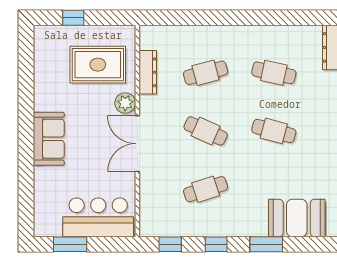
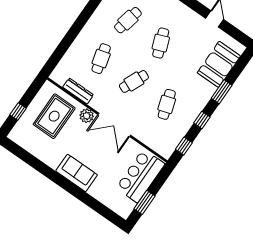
cafe table: (274, 131) -> (161, 43), turned -36

